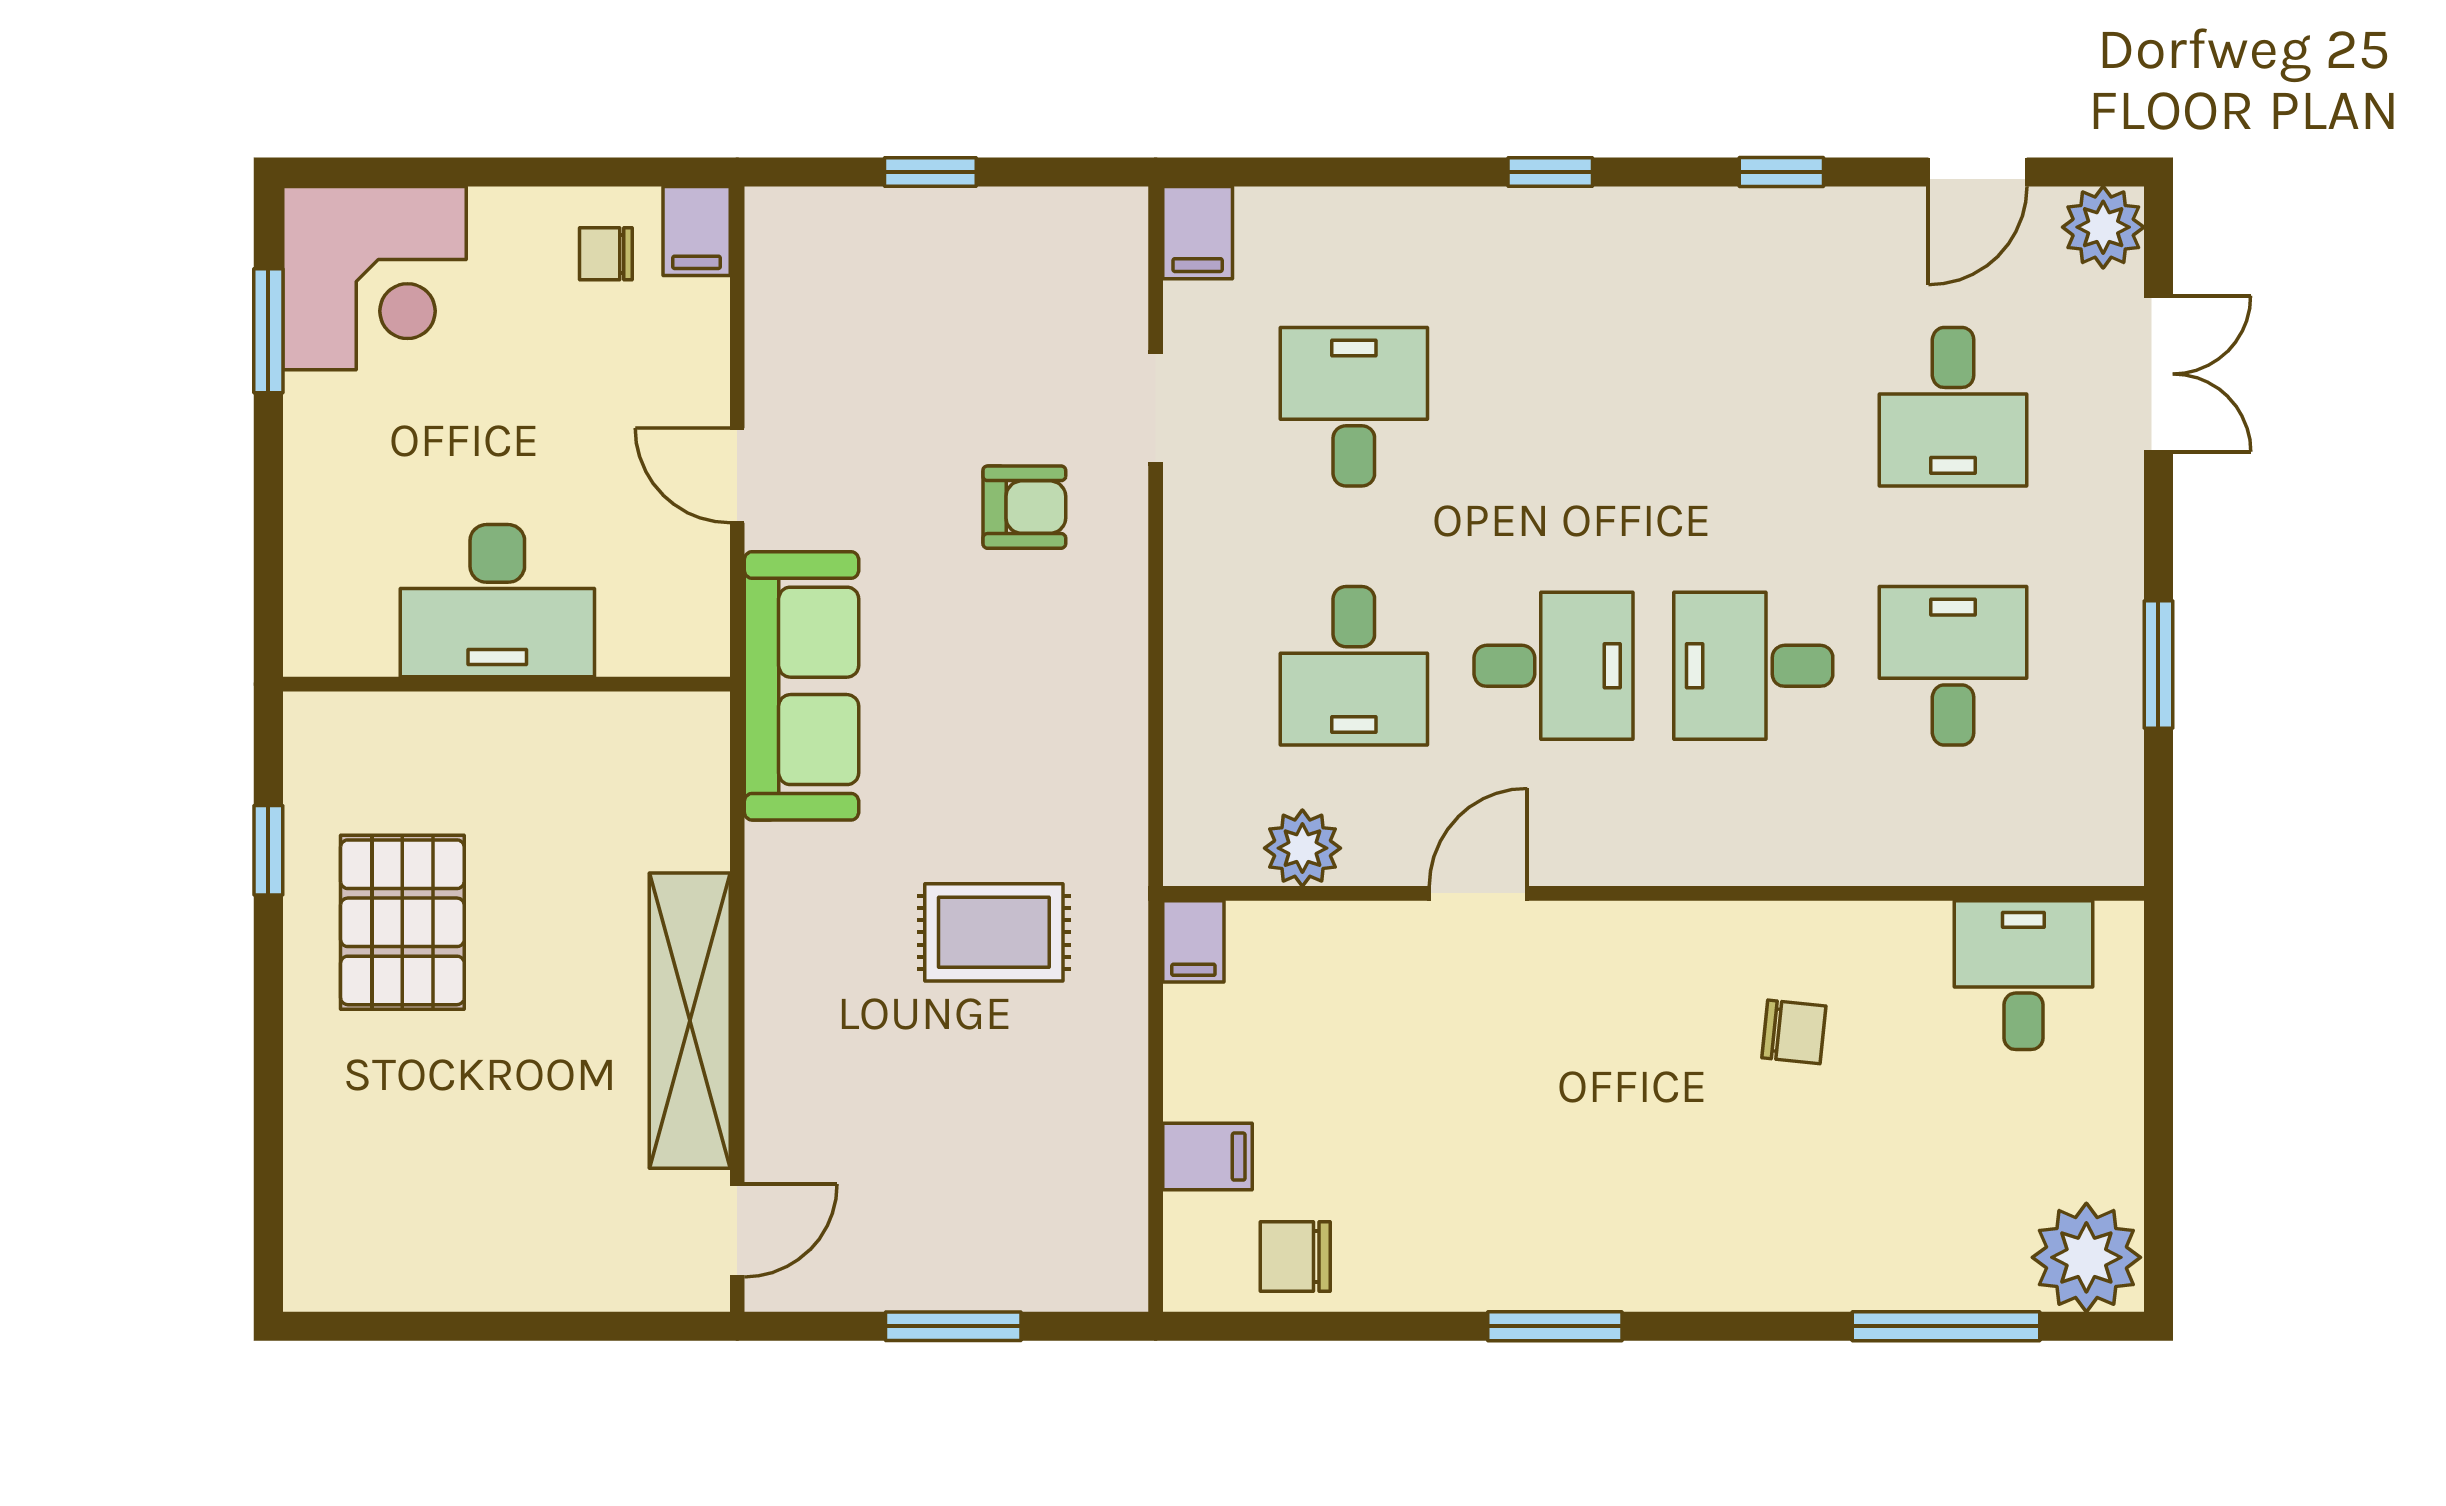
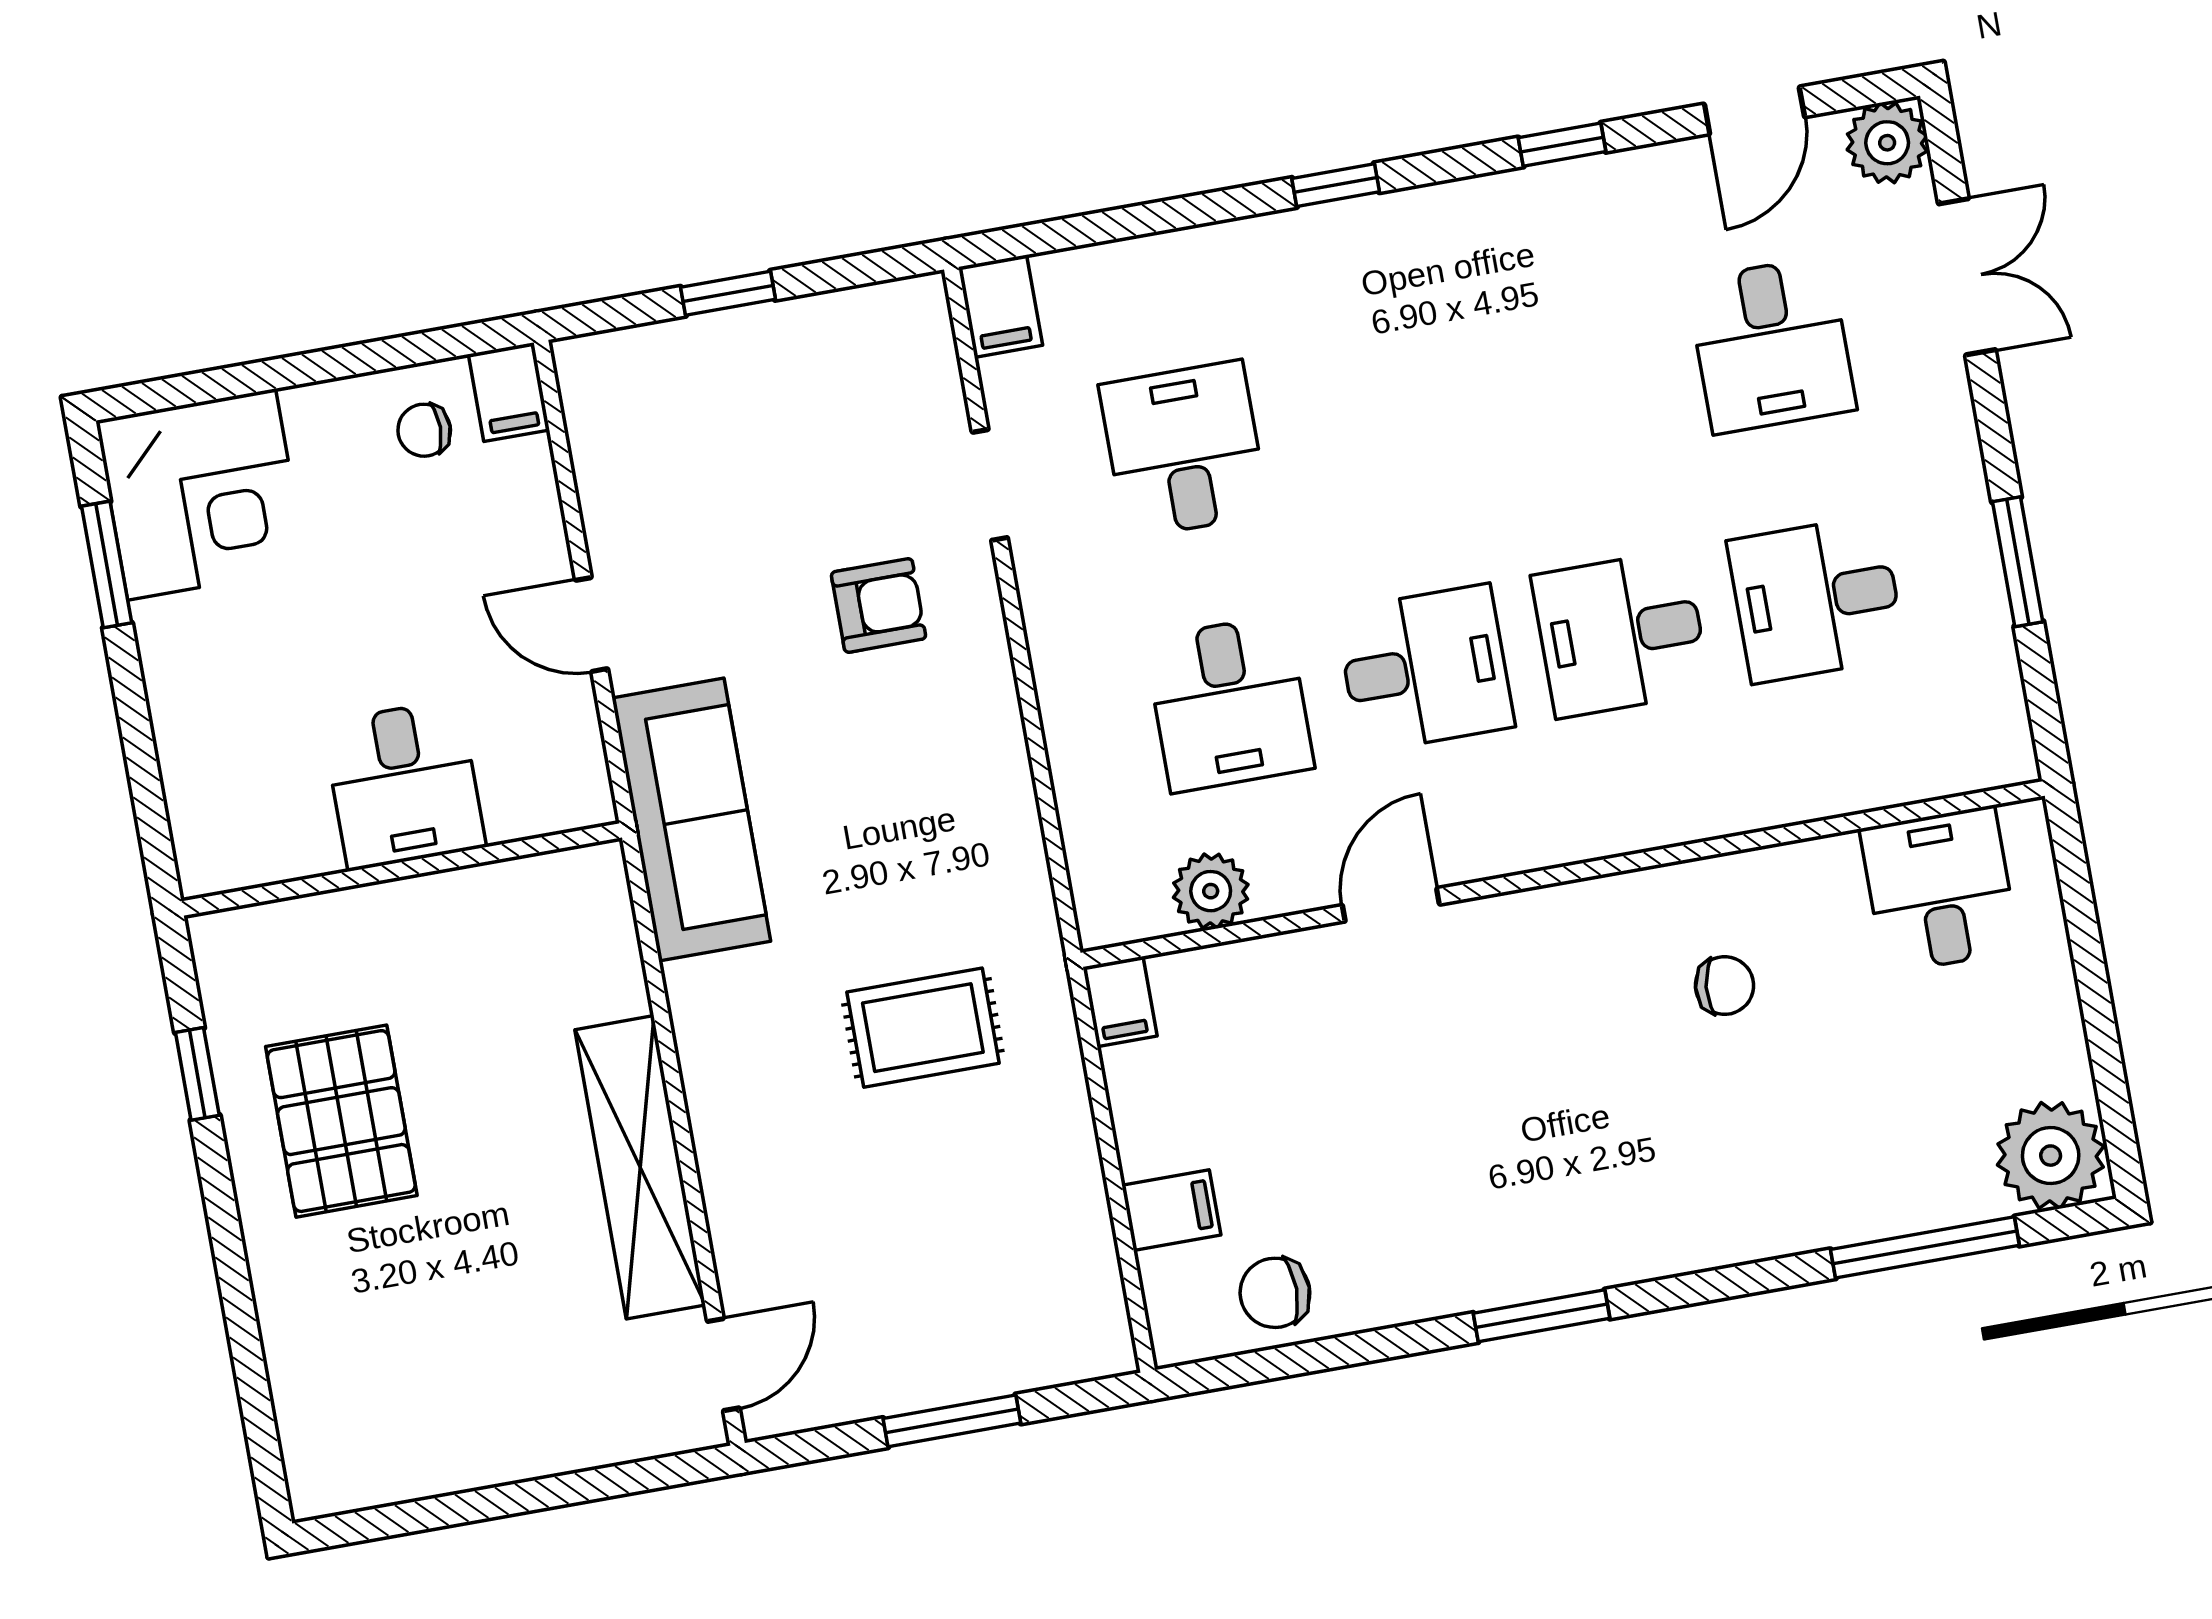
desk: (497, 601) -> (404, 785), width x0.73
desk: (1953, 666) -> (1817, 599), turned -90

